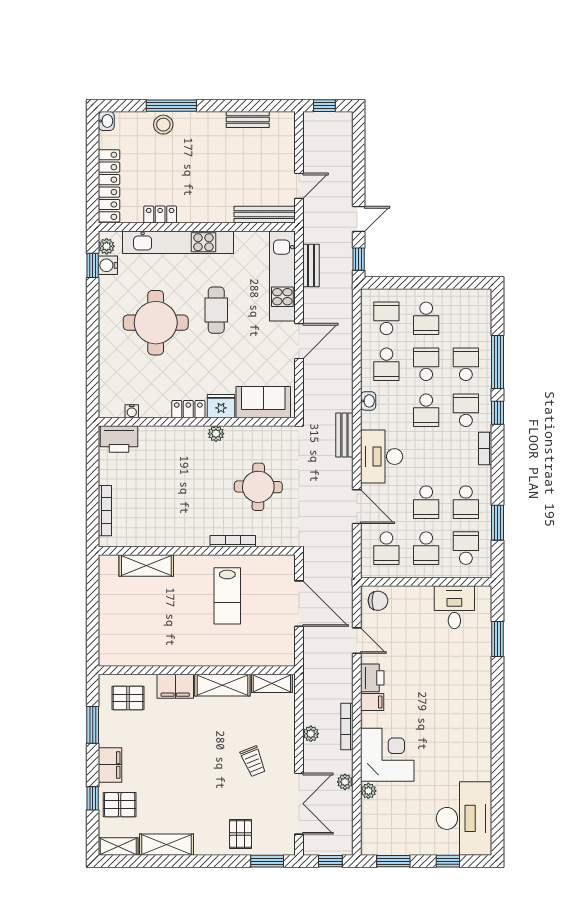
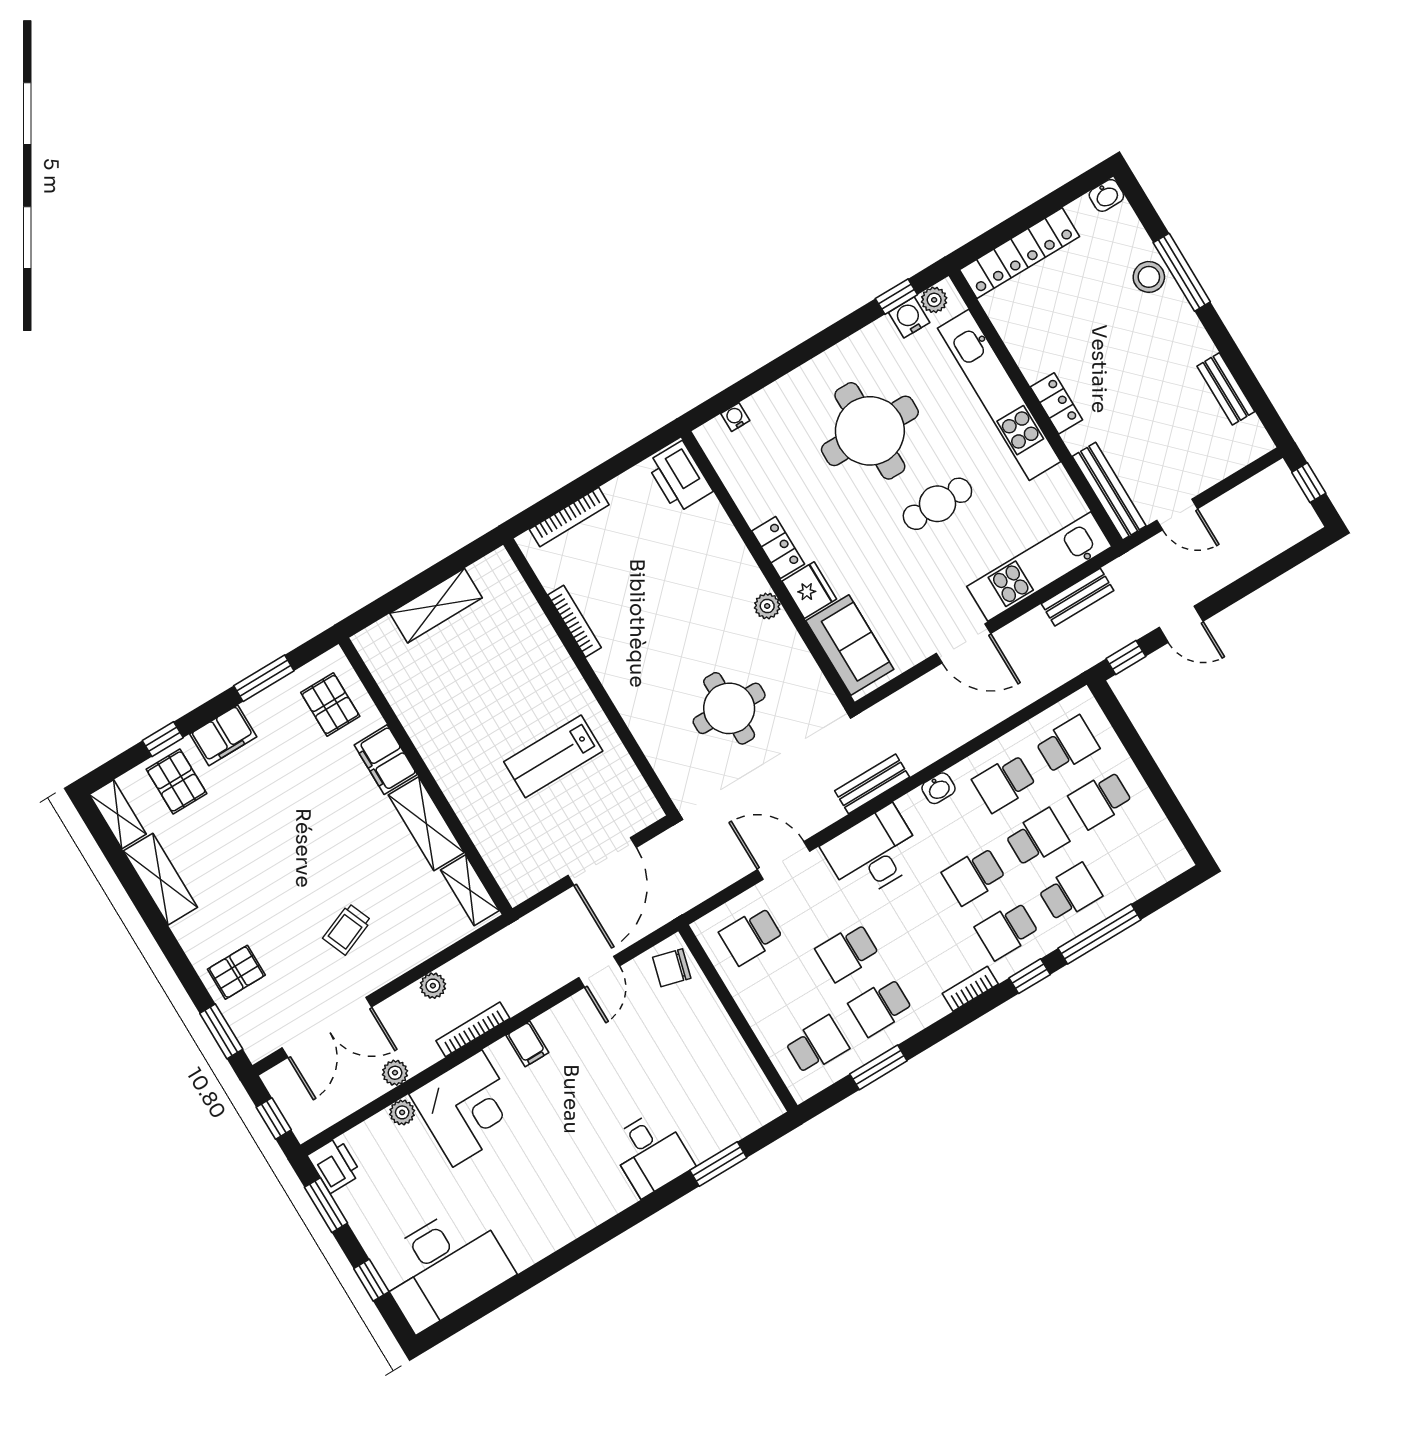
locker: (160, 214) -> (1056, 403), moved
school desk: (466, 410) -> (1007, 931), turned 180
water cooler: (132, 411) -> (735, 417), moved, turned 90
door: (357, 507) -> (784, 860), swing flipped
bookcase: (233, 541) -> (575, 621), moved
school desk: (426, 548) -> (784, 990), removed
shelving: (146, 566) -> (436, 606), moved, turned 90
chair: (378, 601) -> (672, 968), turned 105
desk: (454, 607) -> (651, 1153), moved, turned 90
printer: (372, 678) -> (334, 1165), moved, turned -90

